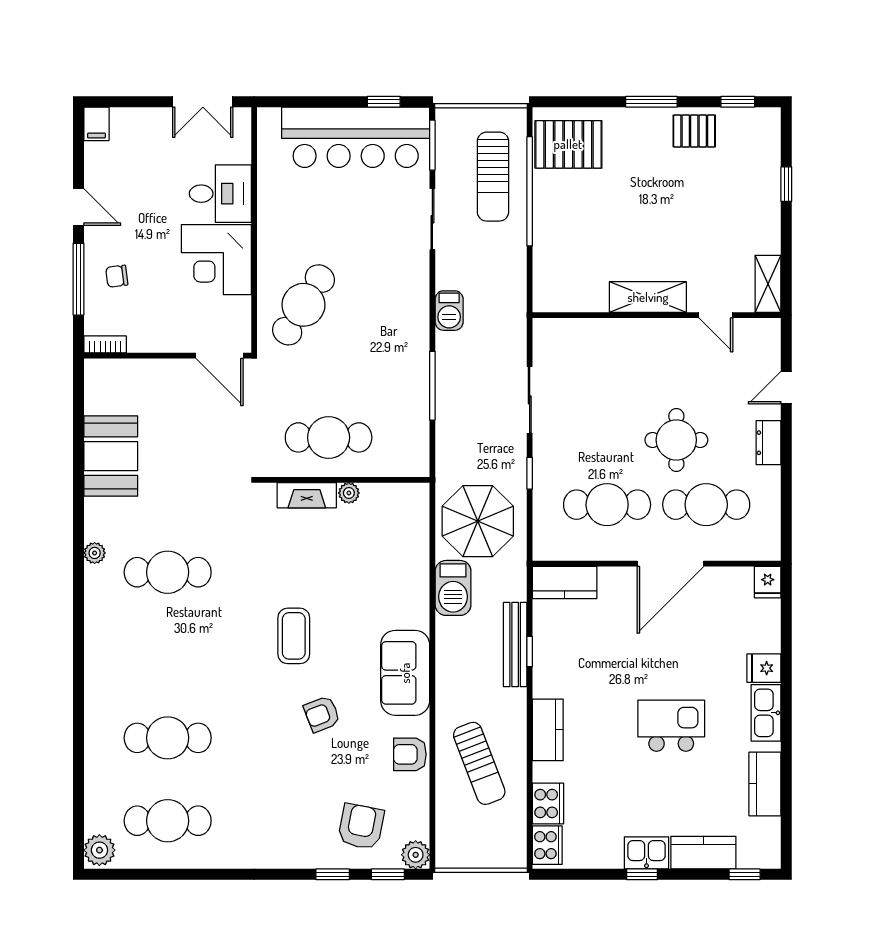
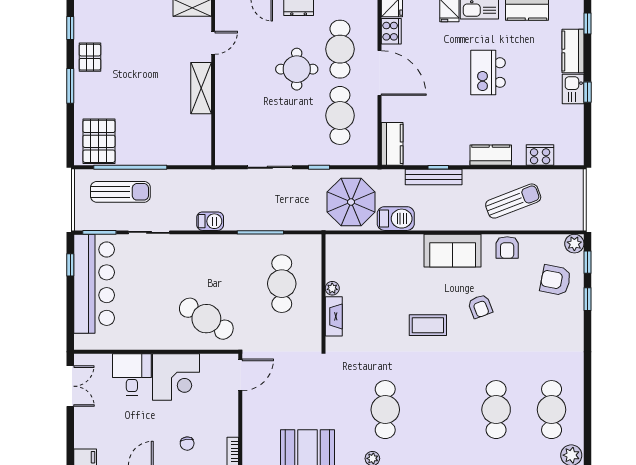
cafe table: (329, 437) -> (282, 284), moved
cooker: (547, 845) -> (391, 31), moved, turned 90

